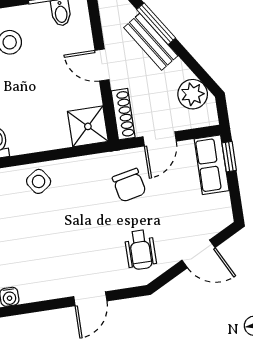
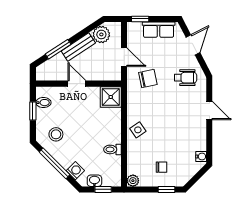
bench: (151, 42) -> (78, 47), moved
door: (102, 65) -> (77, 84), swing flipped
shoe rack: (123, 114) -> (107, 76), removed
row of seats: (212, 165) -> (159, 30), moved

